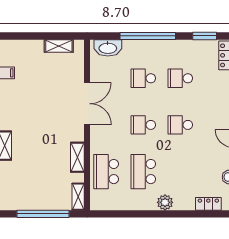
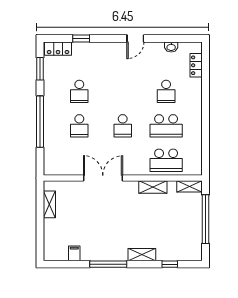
washbasin: (108, 48) -> (51, 159), removed
school desk: (180, 125) -> (166, 91), moved
plant: (165, 202) -> (195, 106), removed

